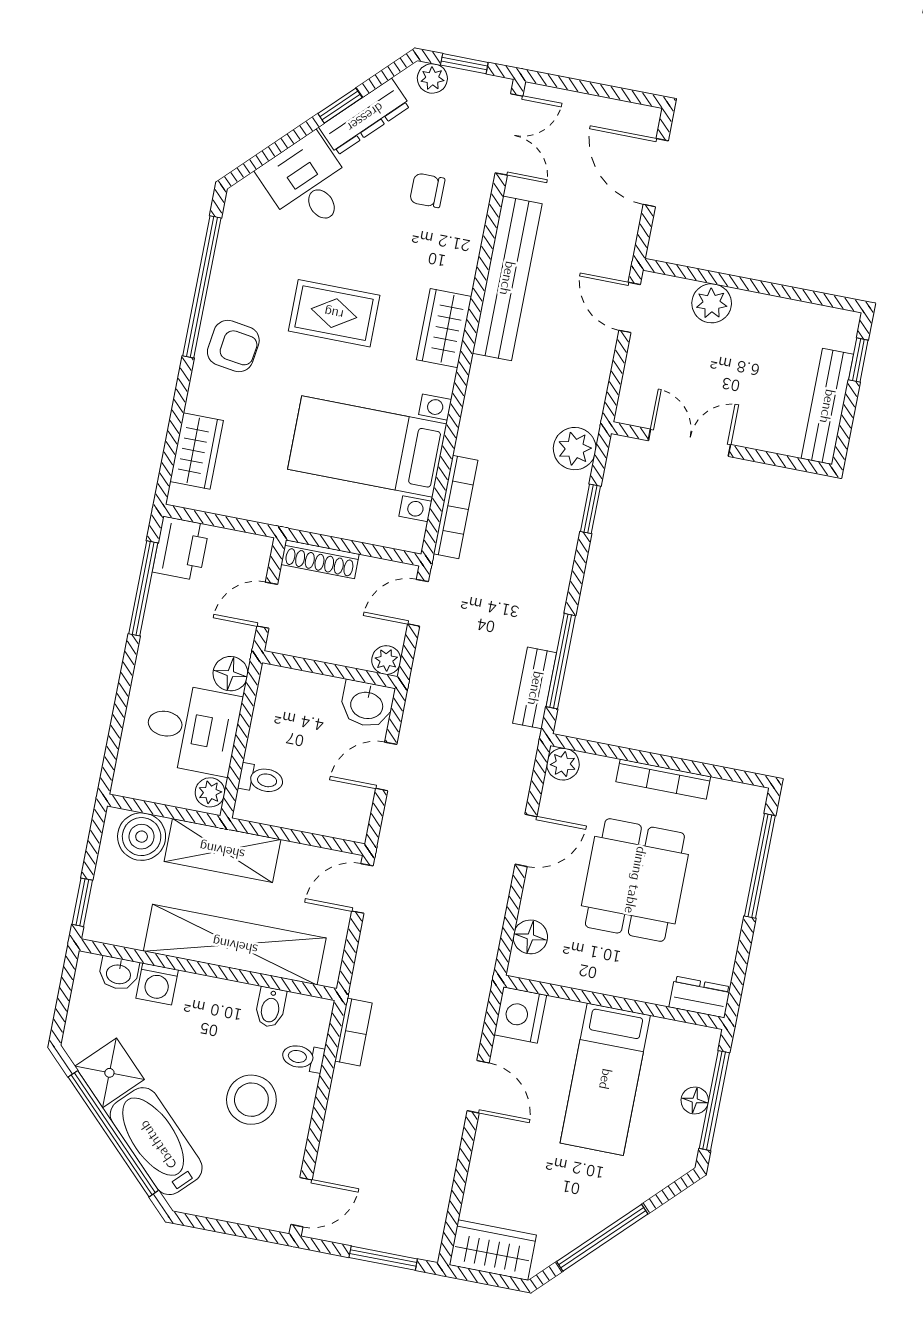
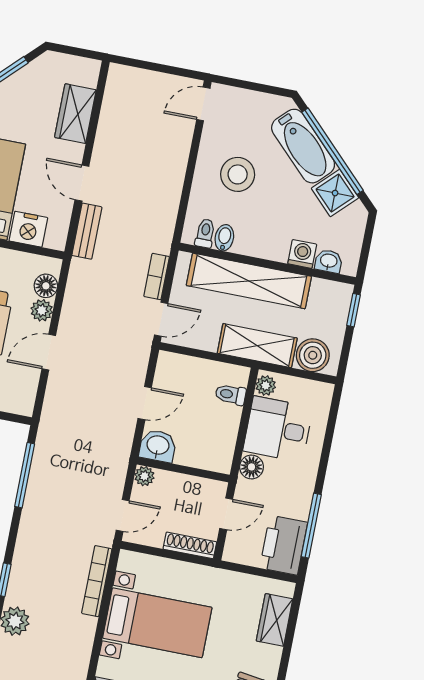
printer: (181, 548) -> (284, 545), width x1.37, depth x1.19
bench: (535, 688) -> (87, 231), moved
plant: (563, 764) -> (42, 310), moved
nightstand: (520, 1015) -> (28, 229), moved, turned 90
bookcase: (353, 1032) -> (157, 276), moved
toilet: (303, 1058) -> (205, 233), moved, turned -90
wardrobe: (493, 1250) -> (75, 114), moved, turned 90
window: (383, 1258) -> (147, 65), removed

